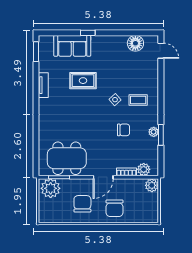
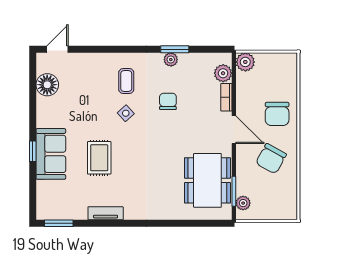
sofa: (72, 46) -> (51, 154), moved
plant: (51, 188) -> (243, 203), width x0.53, depth x0.53
chair: (82, 204) -> (271, 159), turned -61
chair: (115, 208) -> (277, 114), turned 90

